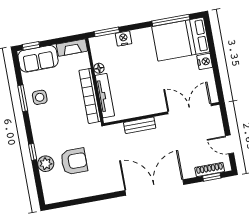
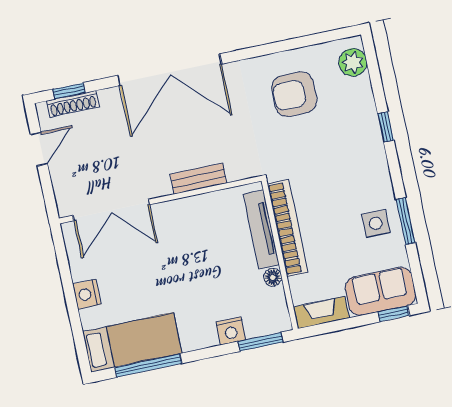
bed: (181, 39) -> (132, 342), width x0.67
door: (230, 144) -> (39, 149), hinge flipped
armchair: (74, 161) -> (294, 94), moved
plant: (46, 164) -> (353, 62), moved

